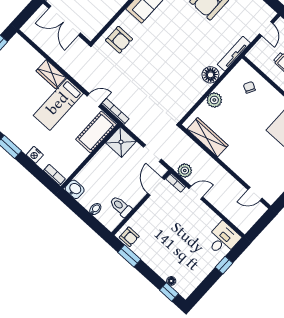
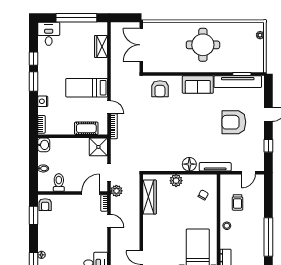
wardrobe: (51, 74) -> (101, 46), moved
cot: (96, 132) -> (86, 128), width x0.73, depth x0.75
plant: (185, 171) -> (116, 191), moved

